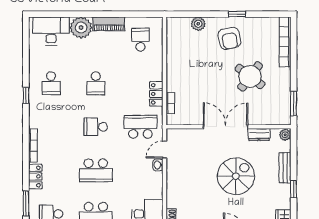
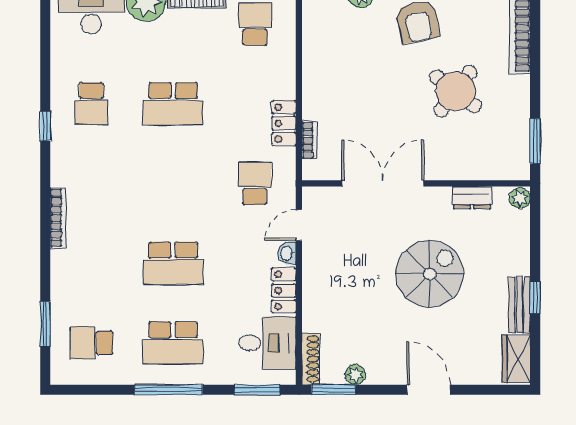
school desk: (96, 83) -> (173, 104), width x1.85
school desk: (96, 127) -> (173, 183), removed
school desk: (140, 127) -> (255, 183), width x0.54
double door: (226, 127) -> (383, 183), moved
bench: (285, 168) -> (519, 305), moved
locker: (35, 176) -> (284, 290), moved, turned 180

